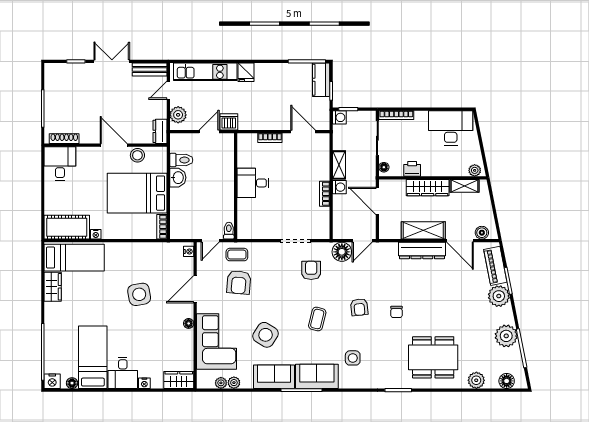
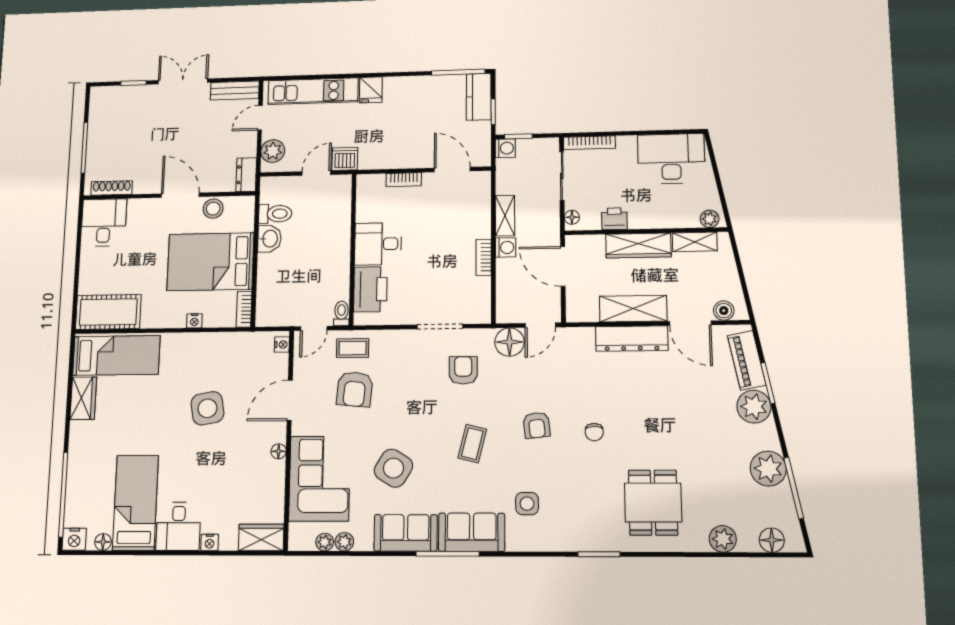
printer: (248, 214) -> (370, 289), added
nightstand: (96, 234) -> (194, 321), moved
dining table: (433, 357) -> (653, 503), width x0.73

